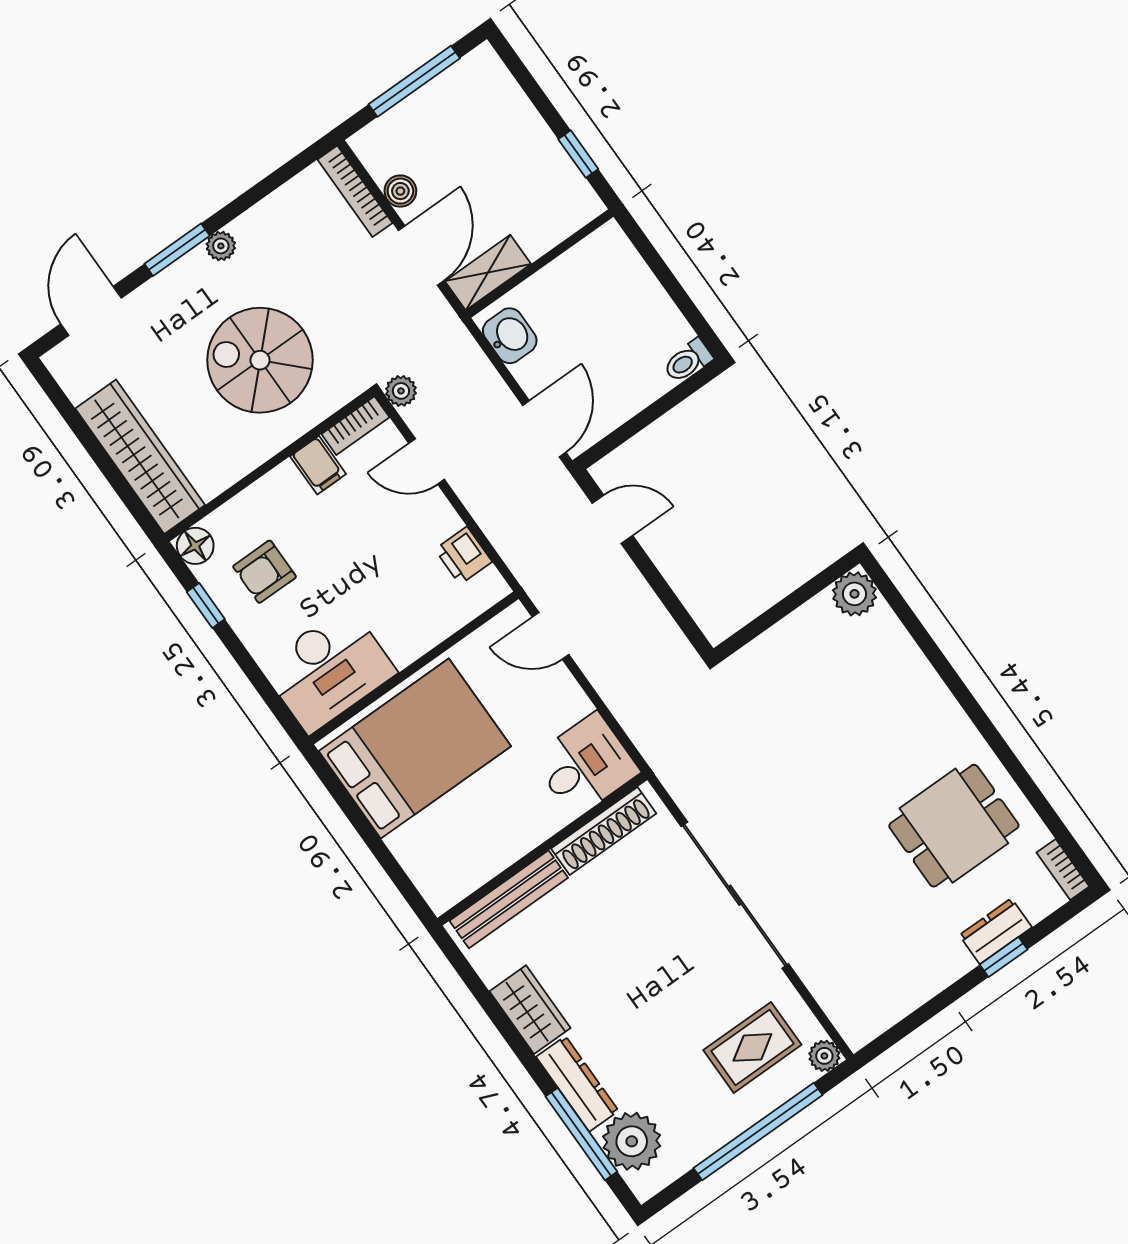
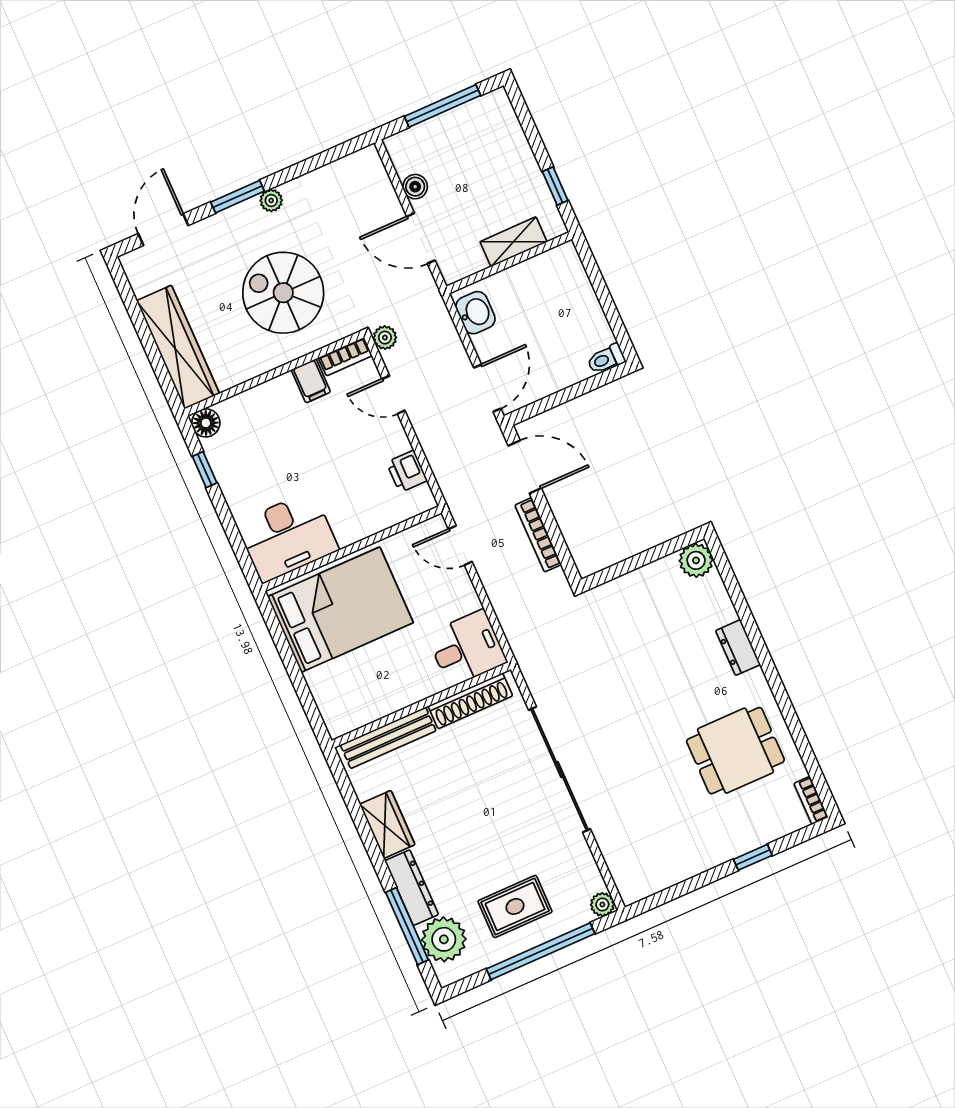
bookcase: (355, 191) -> (538, 535), moved
door: (421, 255) -> (421, 238), swing flipped
shelving: (488, 273) -> (514, 242), moved
door: (612, 519) -> (525, 467), width x1.38
armchair: (265, 572) -> (254, 453), removed
dresser: (996, 931) -> (738, 648), moved, turned -90
rug: (752, 1047) -> (515, 906), moved

